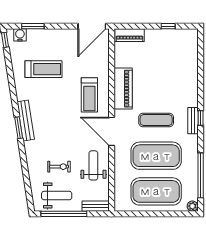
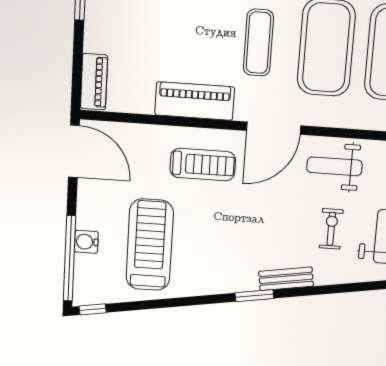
window: (33, 26) -> (70, 258), width x2.11
water cooler: (20, 35) -> (86, 242), moved
treadmill: (43, 69) -> (150, 245), width x1.37, depth x1.38
bench: (26, 121) -> (286, 279), moved, width x0.73

